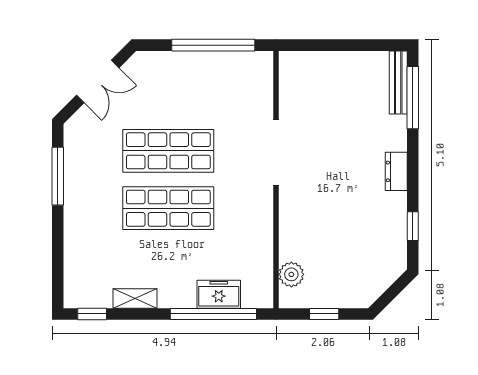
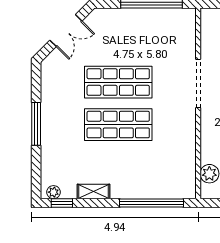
window: (58, 176) -> (36, 124), moved
freezer: (219, 294) -> (156, 188), removed
plant: (81, 299) -> (54, 192), added

